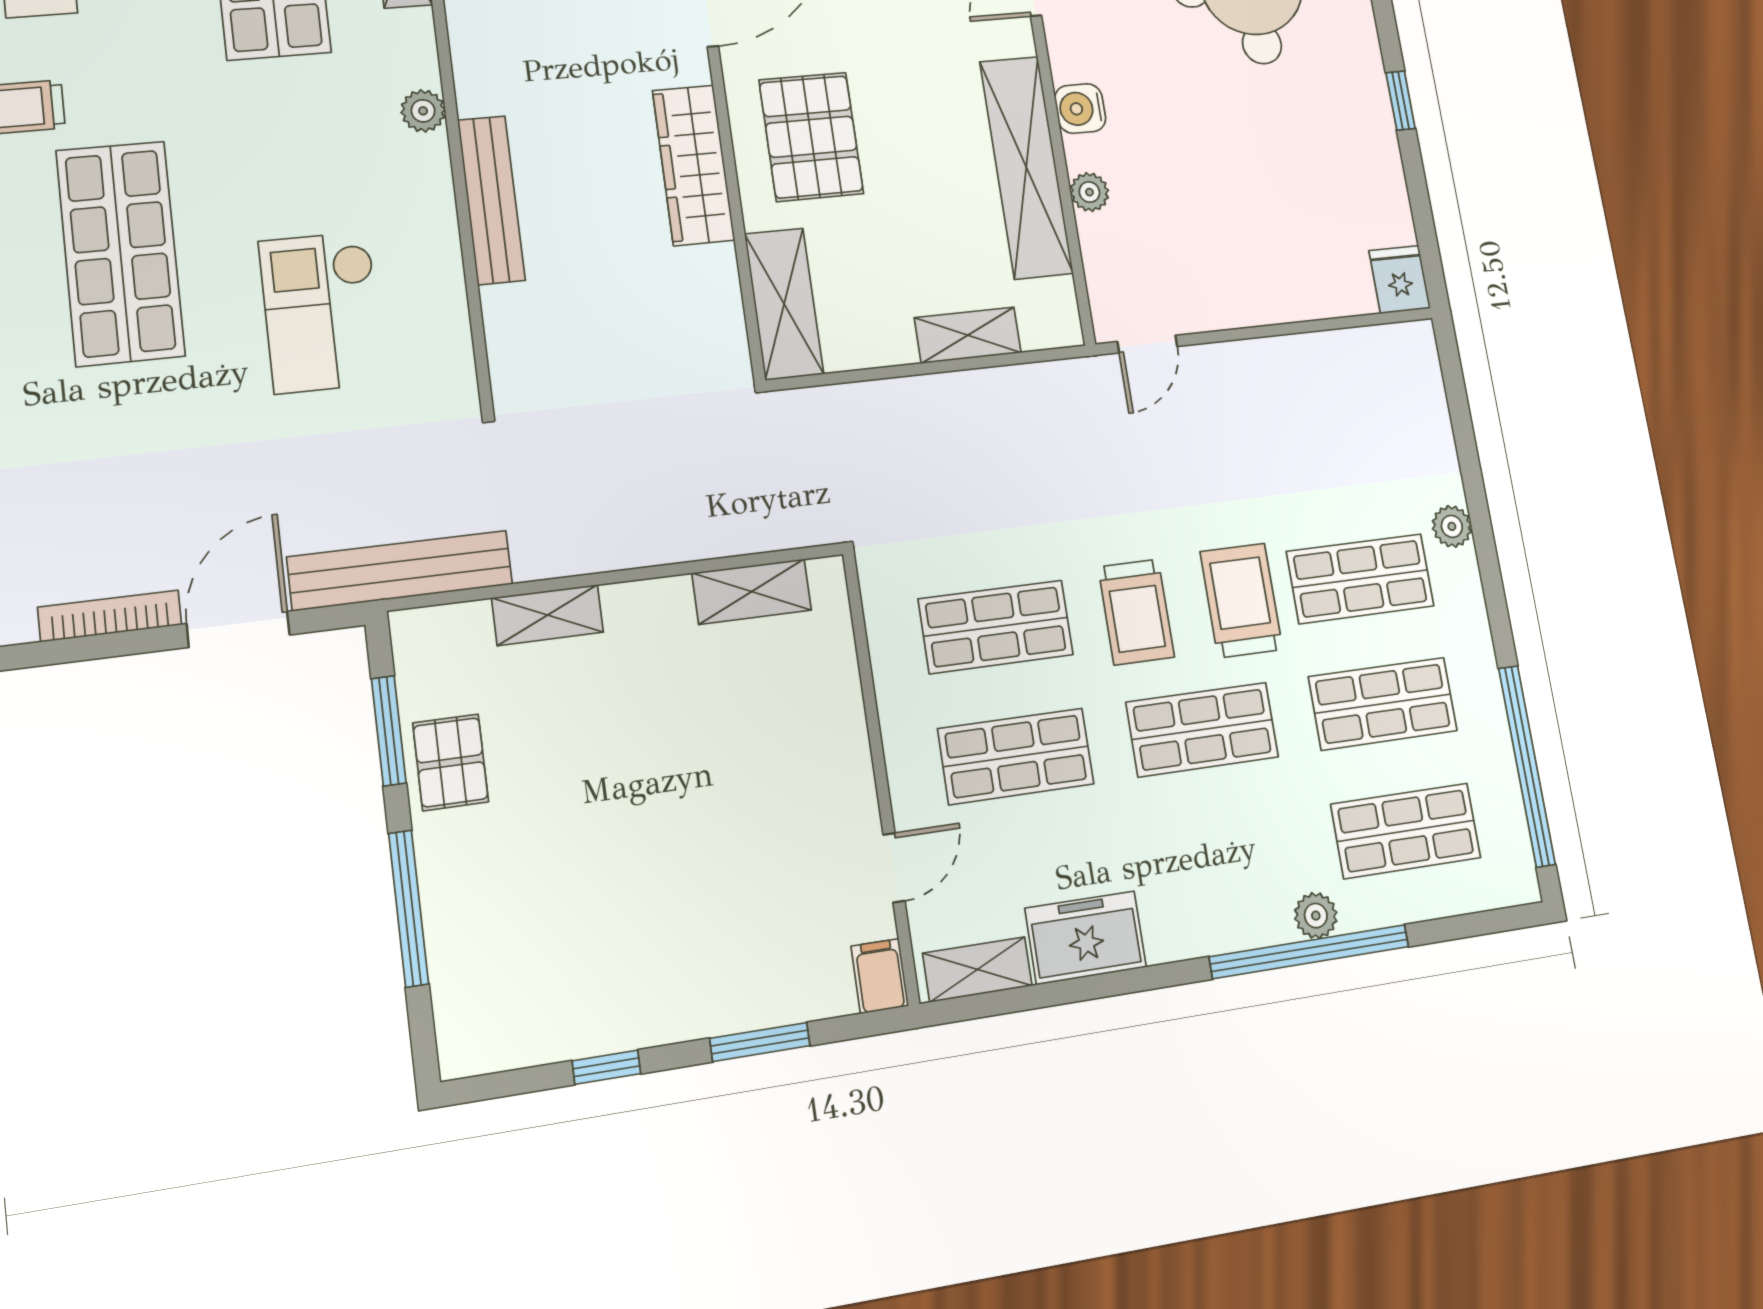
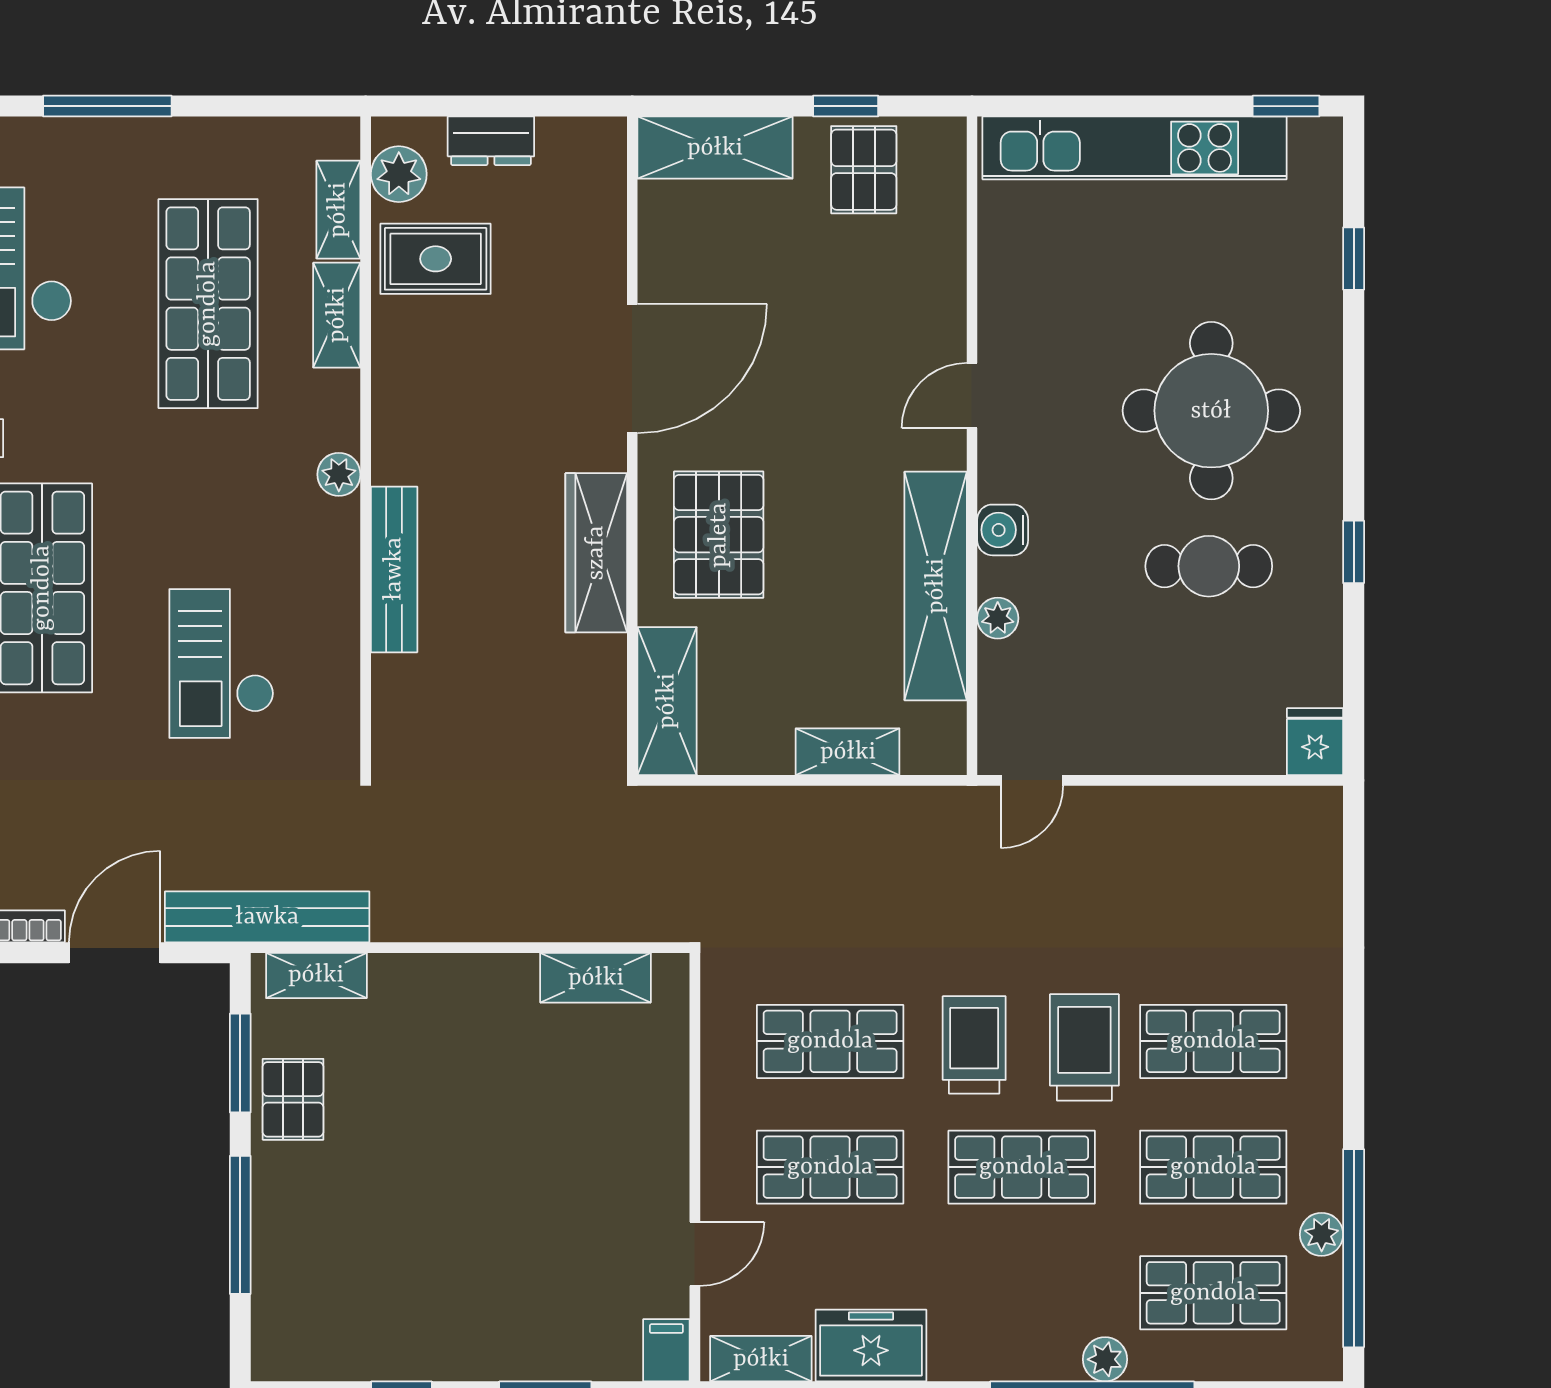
cafe table: (1274, 125) -> (1209, 566), added
plant: (1452, 526) -> (1322, 1234), moved
trolley: (1136, 612) -> (974, 1045), turned 180
shelving: (547, 615) -> (316, 975), moved

